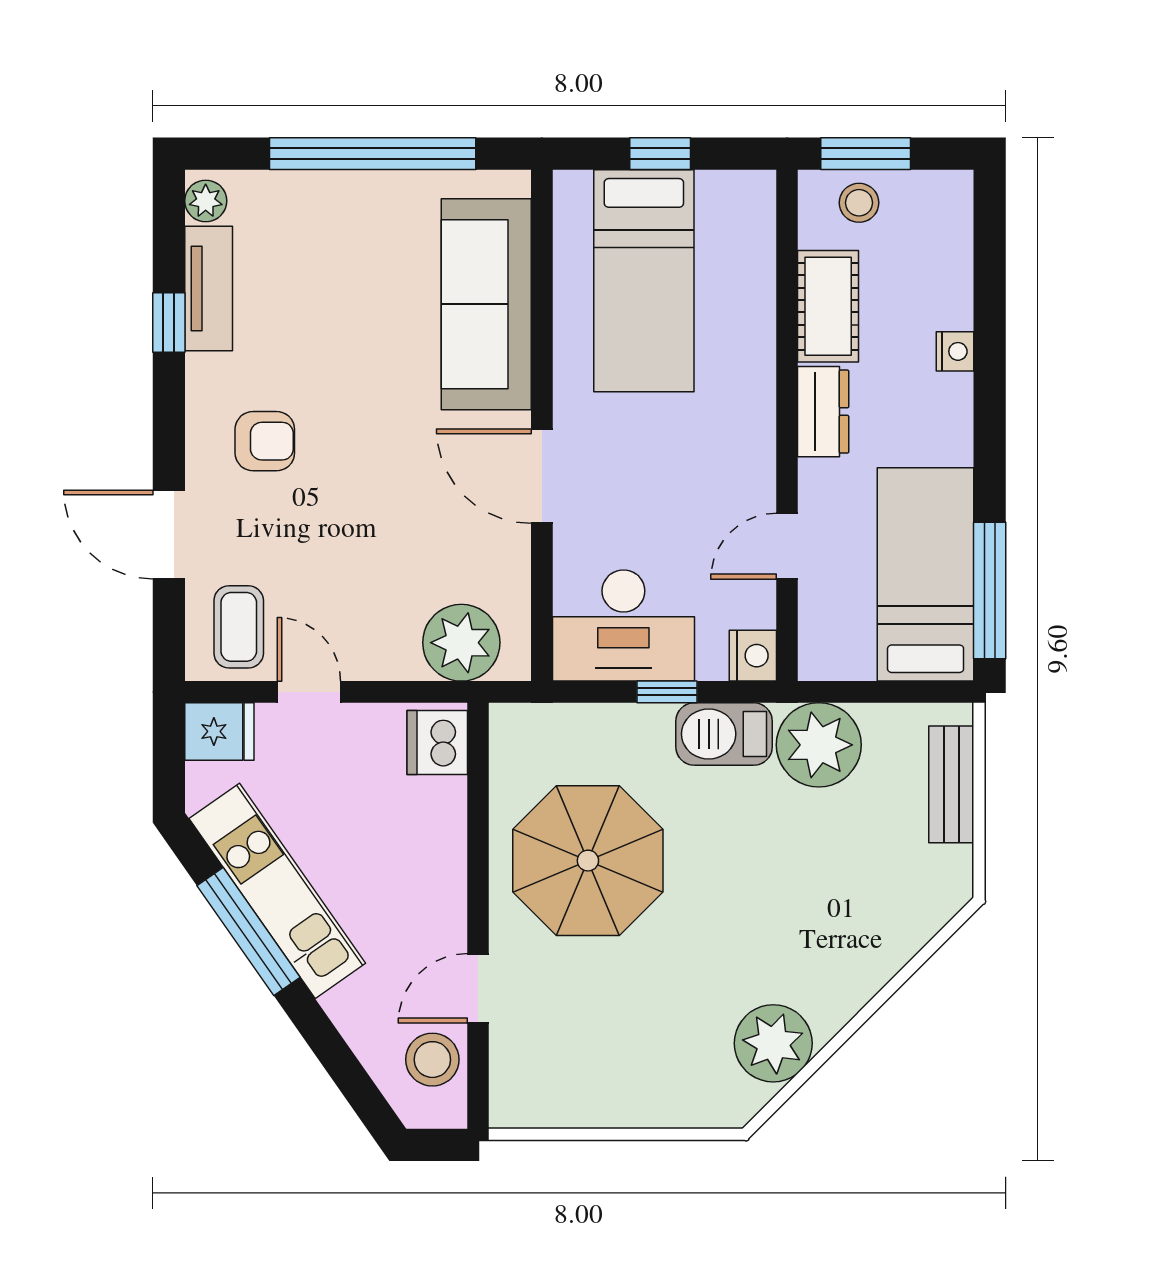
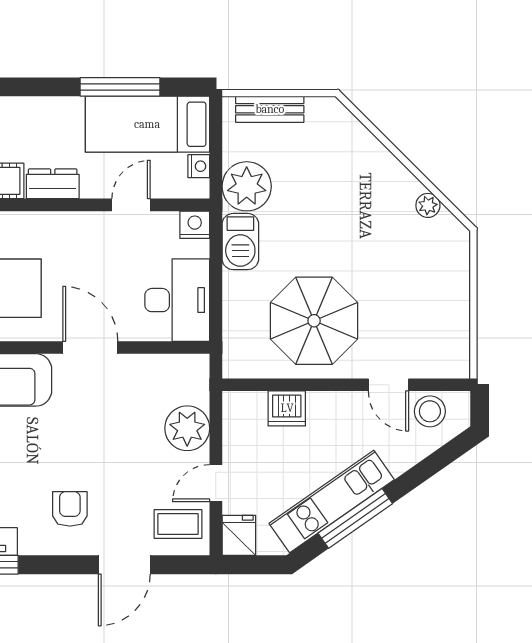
nightstand: (955, 351) -> (199, 166), moved, turned 90
door: (542, 476) -> (90, 348), swing flipped
door: (787, 546) -> (131, 205), swing flipped
window: (990, 591) -> (120, 87), moved
plant: (461, 643) -> (187, 428), moved
window: (667, 692) -> (216, 275), removed
dishwasher: (437, 742) -> (287, 408), moved
plant: (773, 1043) -> (428, 205), width x0.53, depth x0.53

